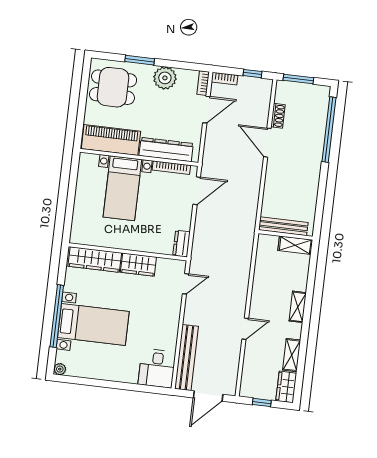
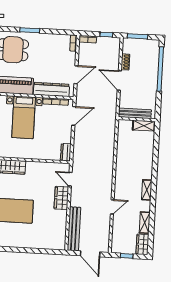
plant: (165, 78) -> (48, 41), removed
door: (206, 110) -> (76, 75), moved
bench: (283, 226) -> (135, 113), moved
wall: (286, 235) -> (137, 119), moved
shelving: (295, 245) -> (144, 126), moved
wardrobe: (138, 265) -> (61, 198), moved, turned 90
door: (186, 284) -> (70, 179), swing flipped
desk: (157, 368) -> (54, 237), removed
door: (208, 396) -> (90, 254), hinge flipped

